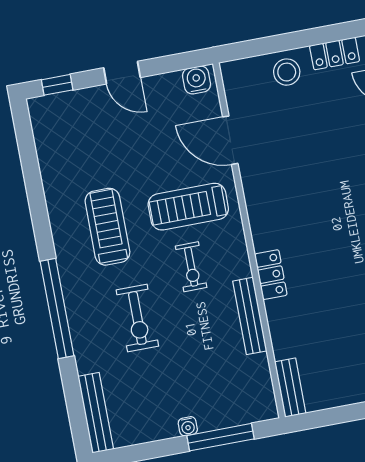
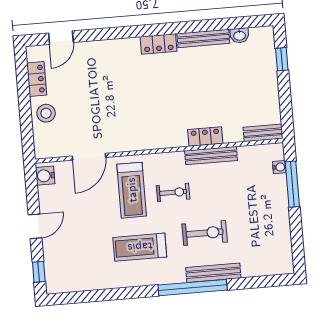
locker: (271, 275) -> (205, 137), moved
bench: (96, 413) -> (213, 273), moved
water cooler: (188, 426) -> (279, 167), moved

